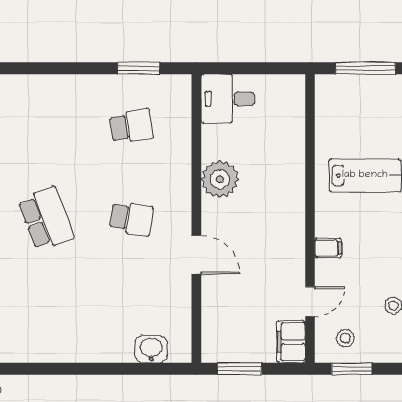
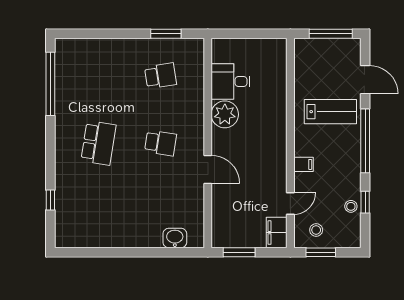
desk: (228, 99) -> (231, 82), moved
school desk: (46, 218) -> (98, 143), turned 30

